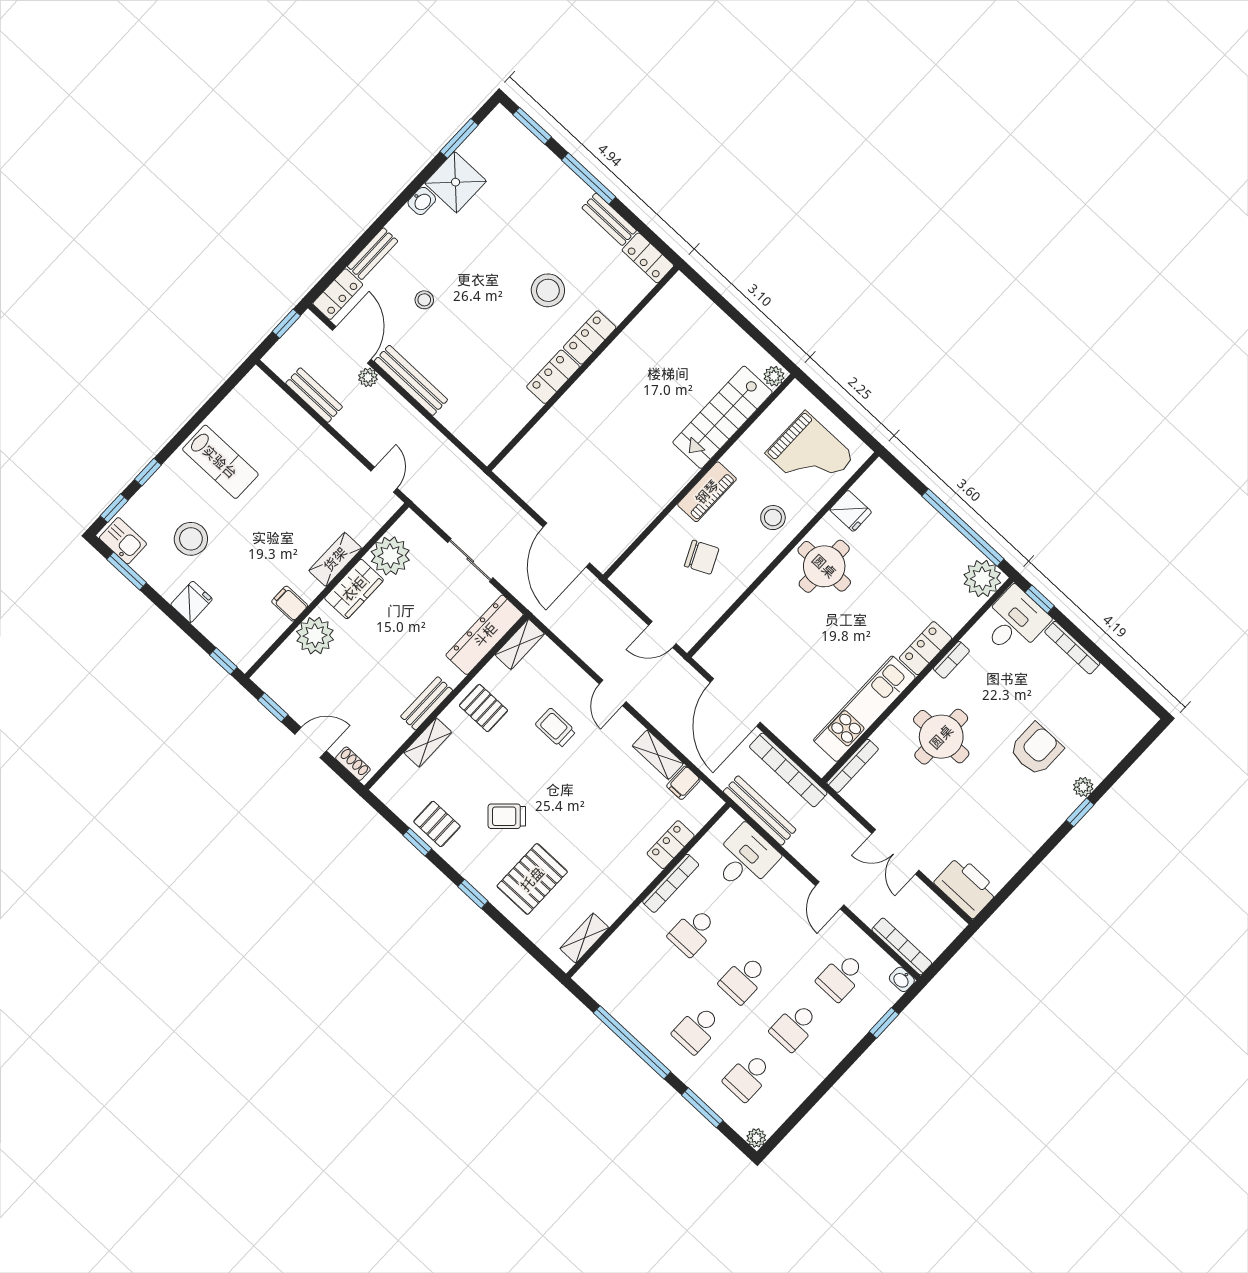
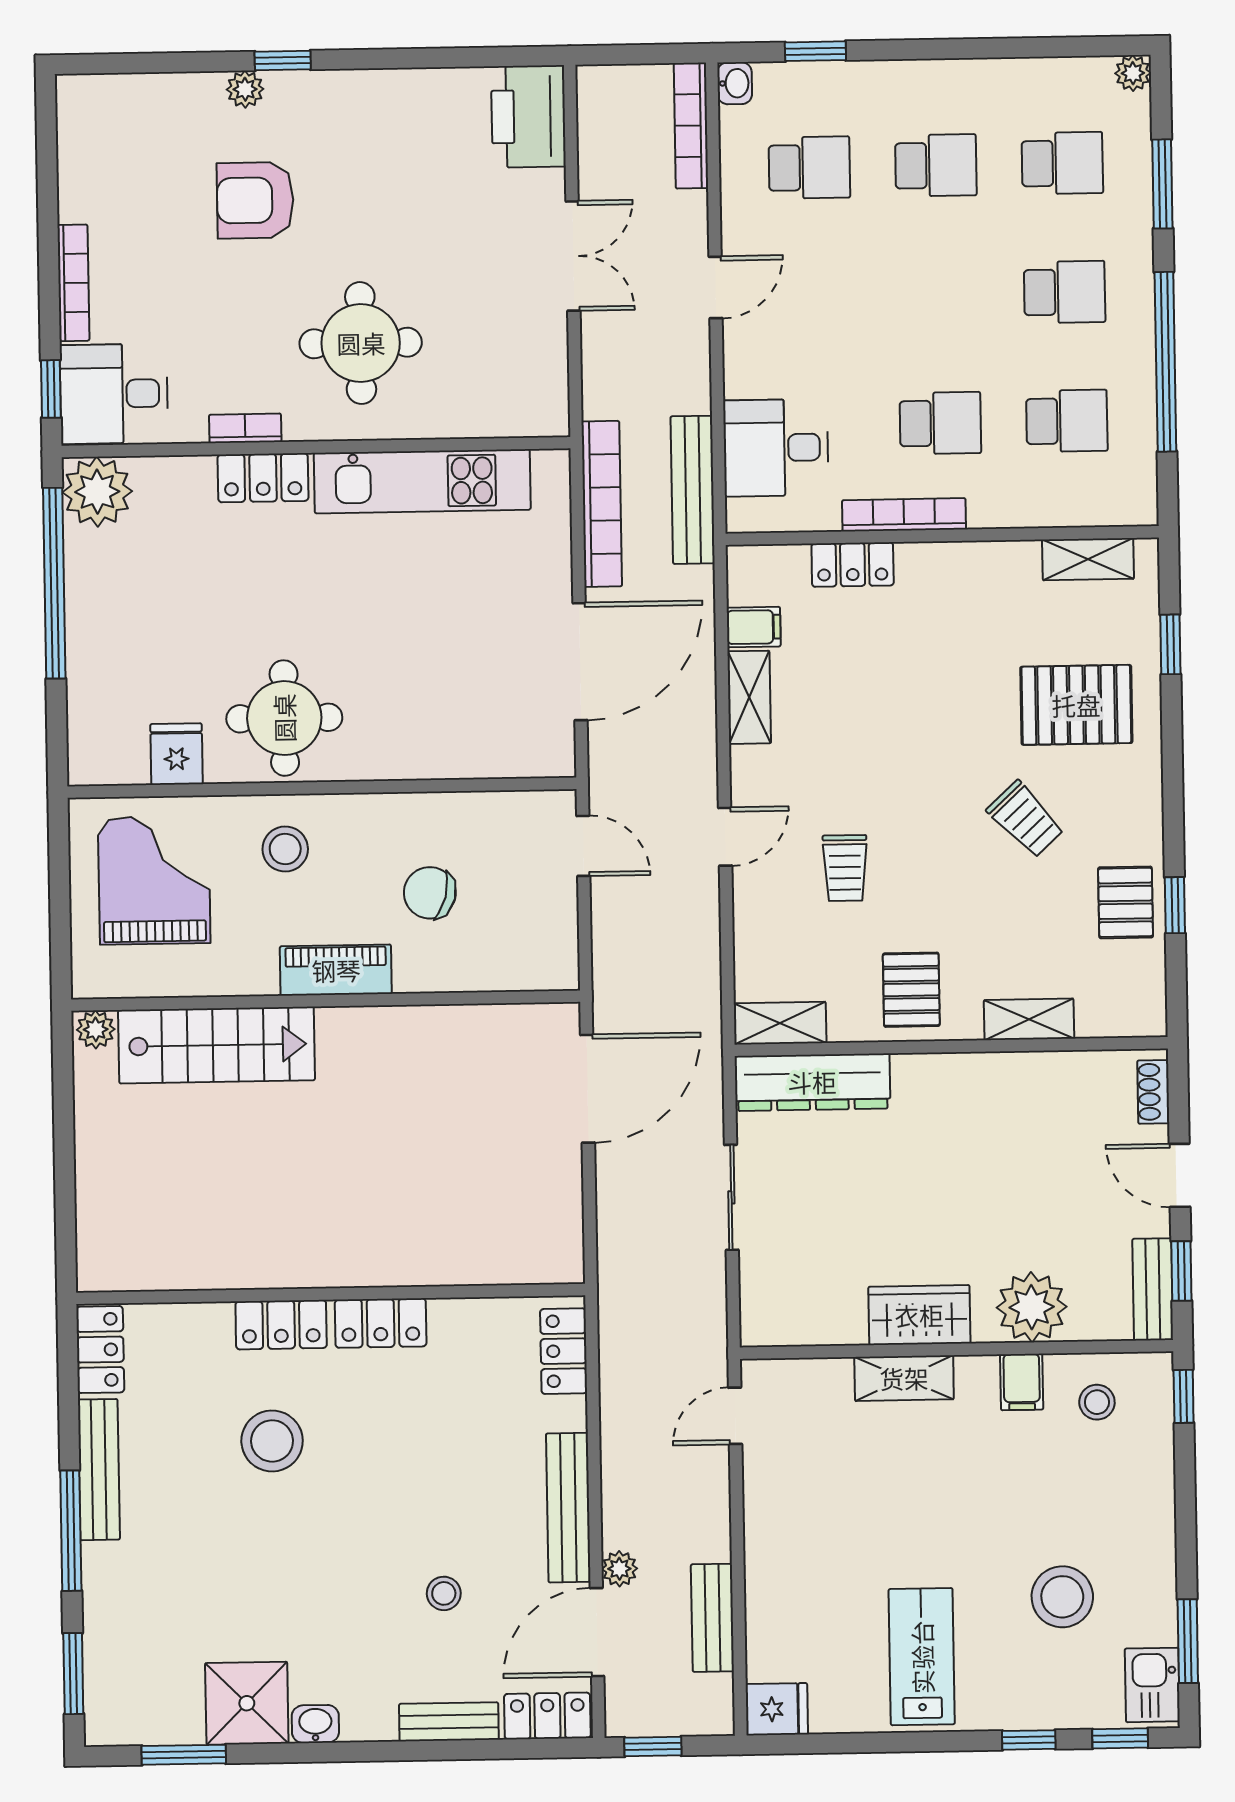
bench: (609, 219) -> (99, 1470), width x1.36
locker: (473, 437) -> (564, 1351), added
plant: (390, 556) -> (829, 1309), removed
chair: (702, 557) -> (430, 893), turned -50
fridge: (192, 602) -> (777, 1709), moved, turned 180
stool: (254, 625) -> (1097, 1402), added
bench: (427, 703) -> (1153, 1289), moved, turned 90
bookcase: (853, 766) -> (514, 423), removed
window: (473, 894) -> (1170, 644), moved
school desk: (744, 979) -> (1067, 421), moved

